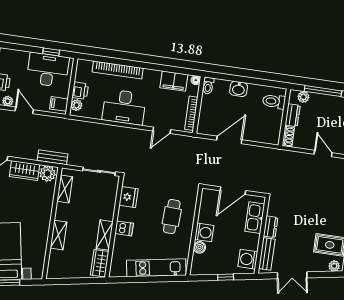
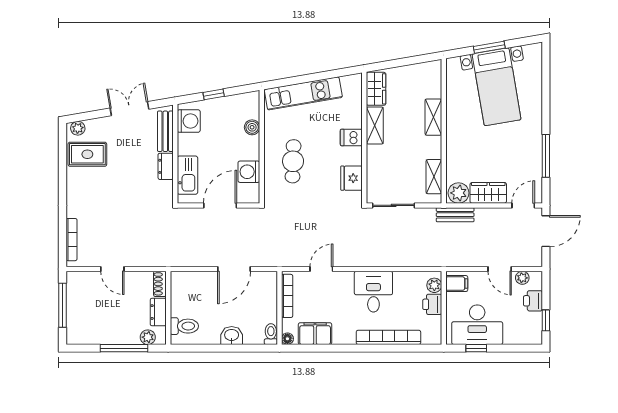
desk: (124, 107) -> (373, 292), width x0.73
washing machine: (204, 232) -> (249, 172), moved

